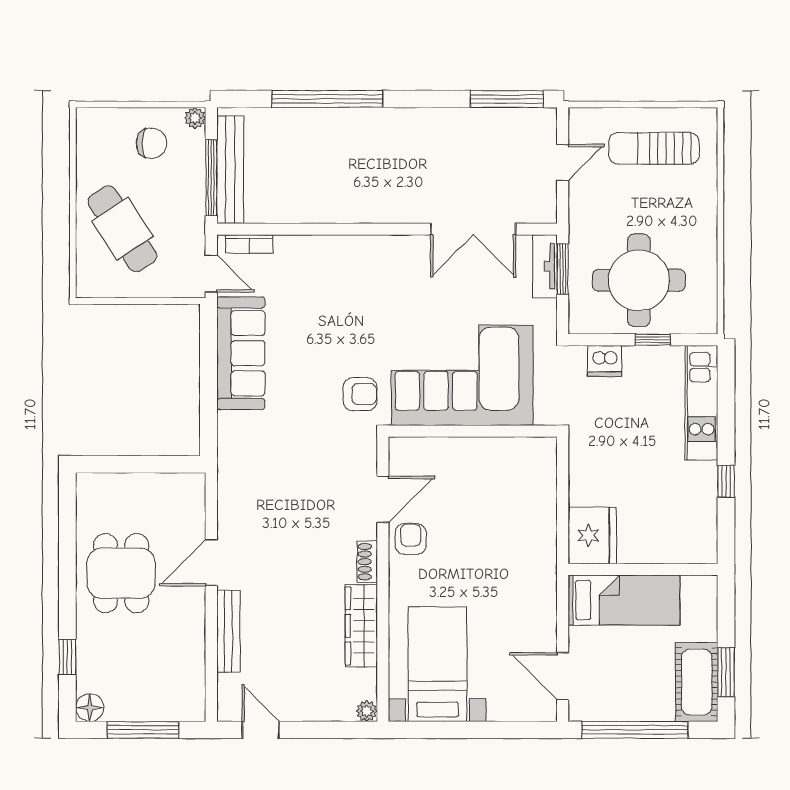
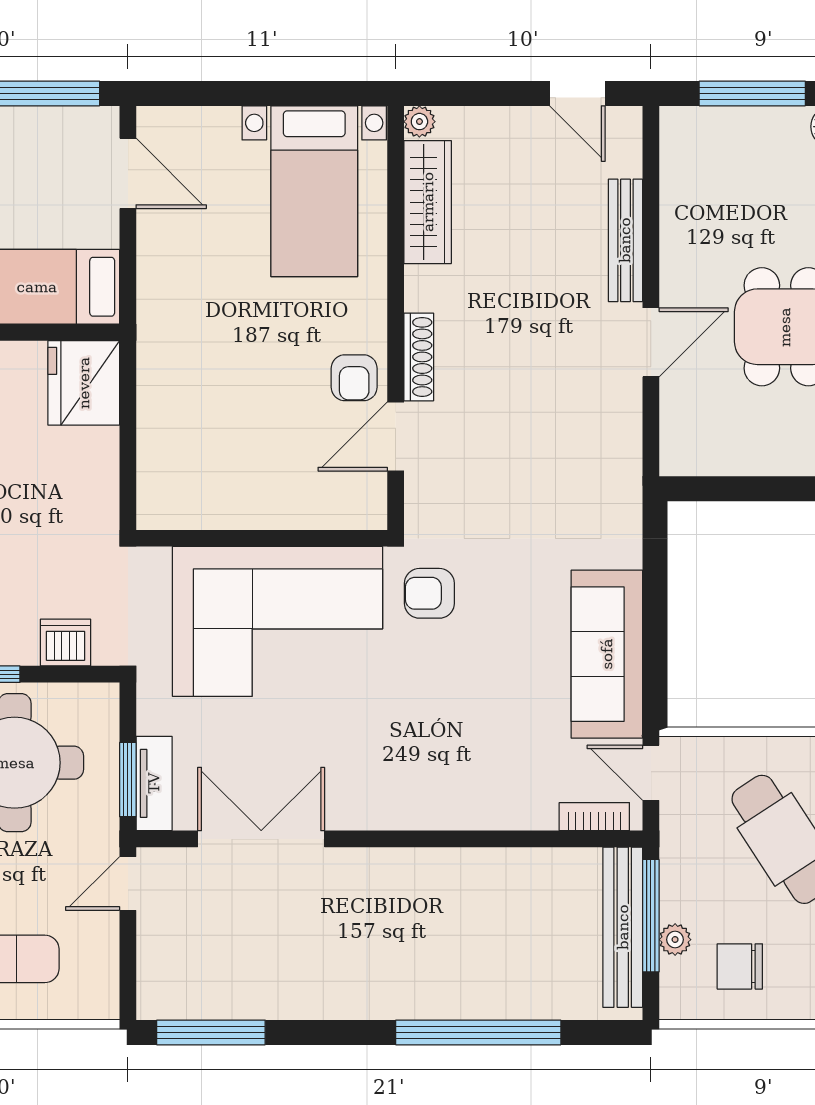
plant: (195, 118) -> (675, 940), moved
door: (563, 163) -> (128, 883), moved
shoe rack: (367, 562) -> (419, 357), width x1.43
wardrobe: (361, 626) -> (428, 202), moved

